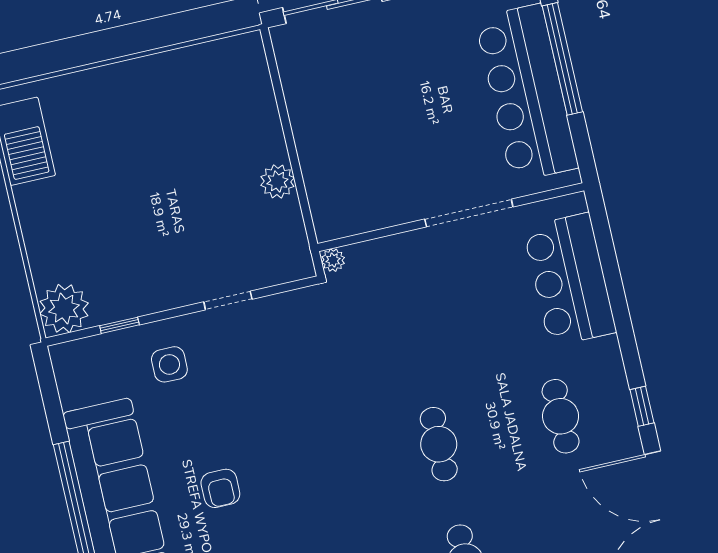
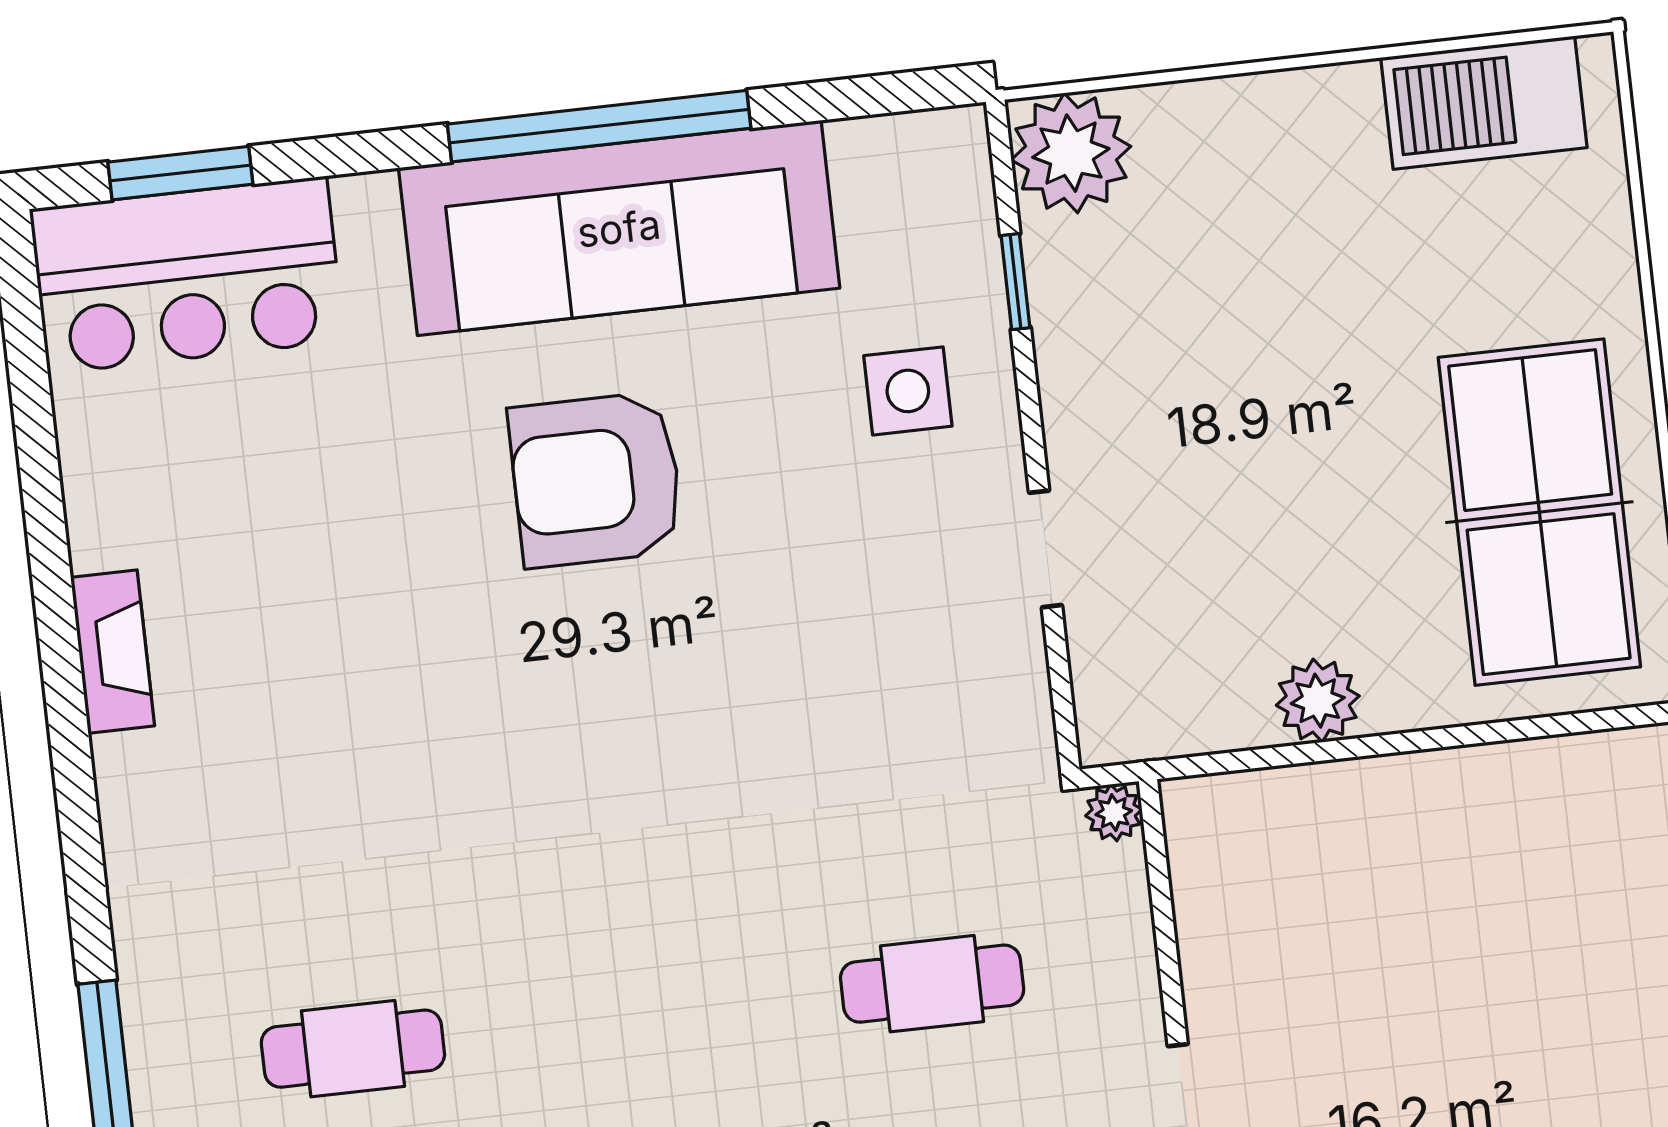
table tennis table: (190, 99) -> (1539, 512), added
cafe table: (439, 444) -> (932, 984), moved
armchair: (220, 488) -> (596, 480), width x1.88, depth x1.88

